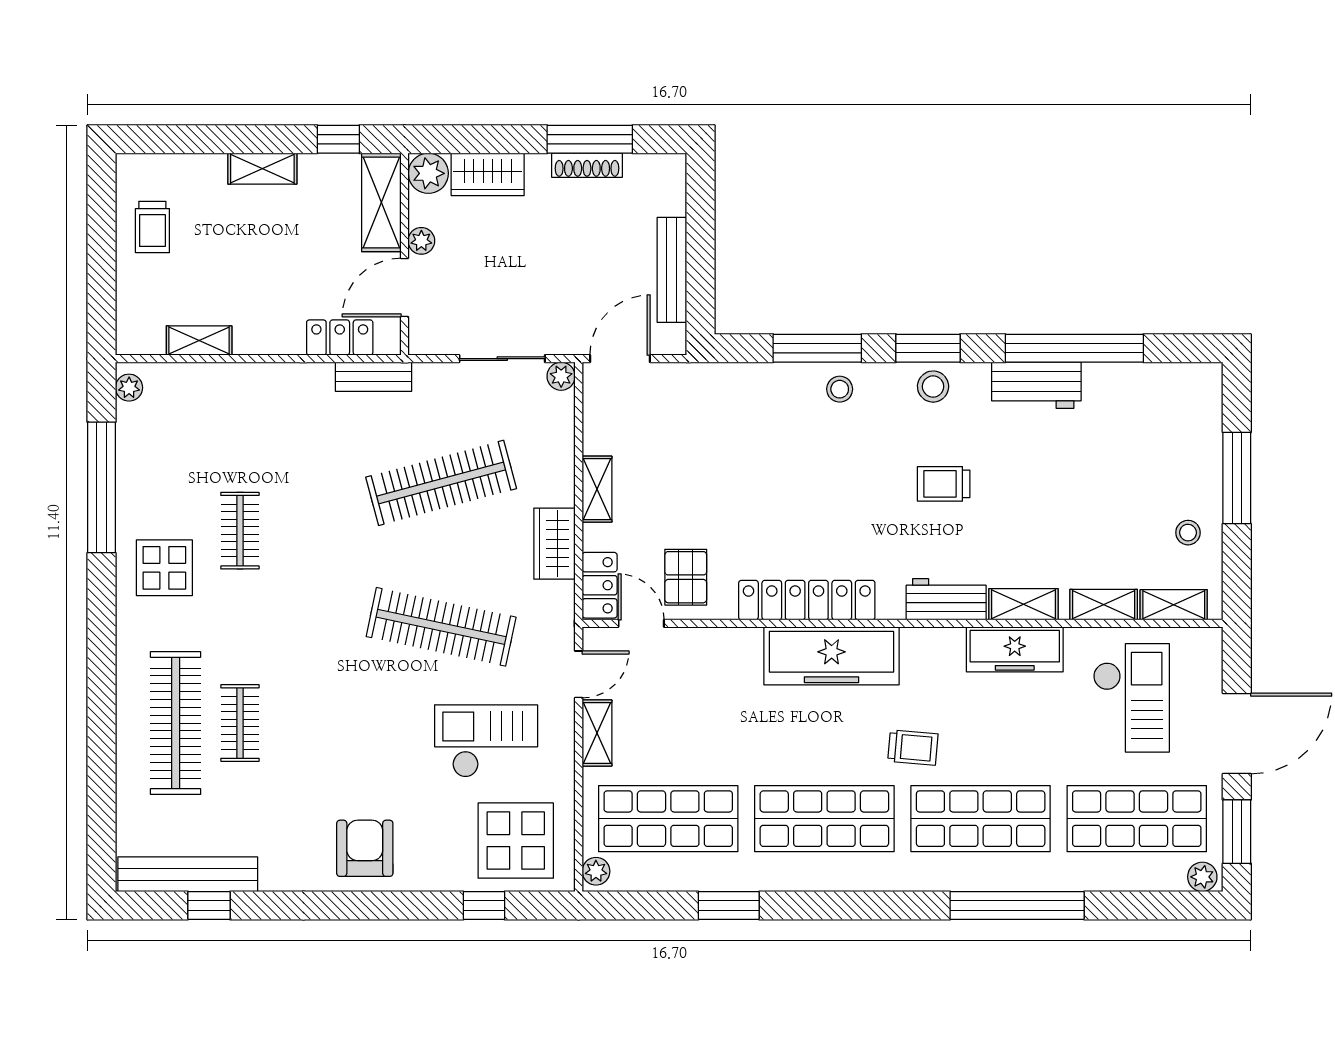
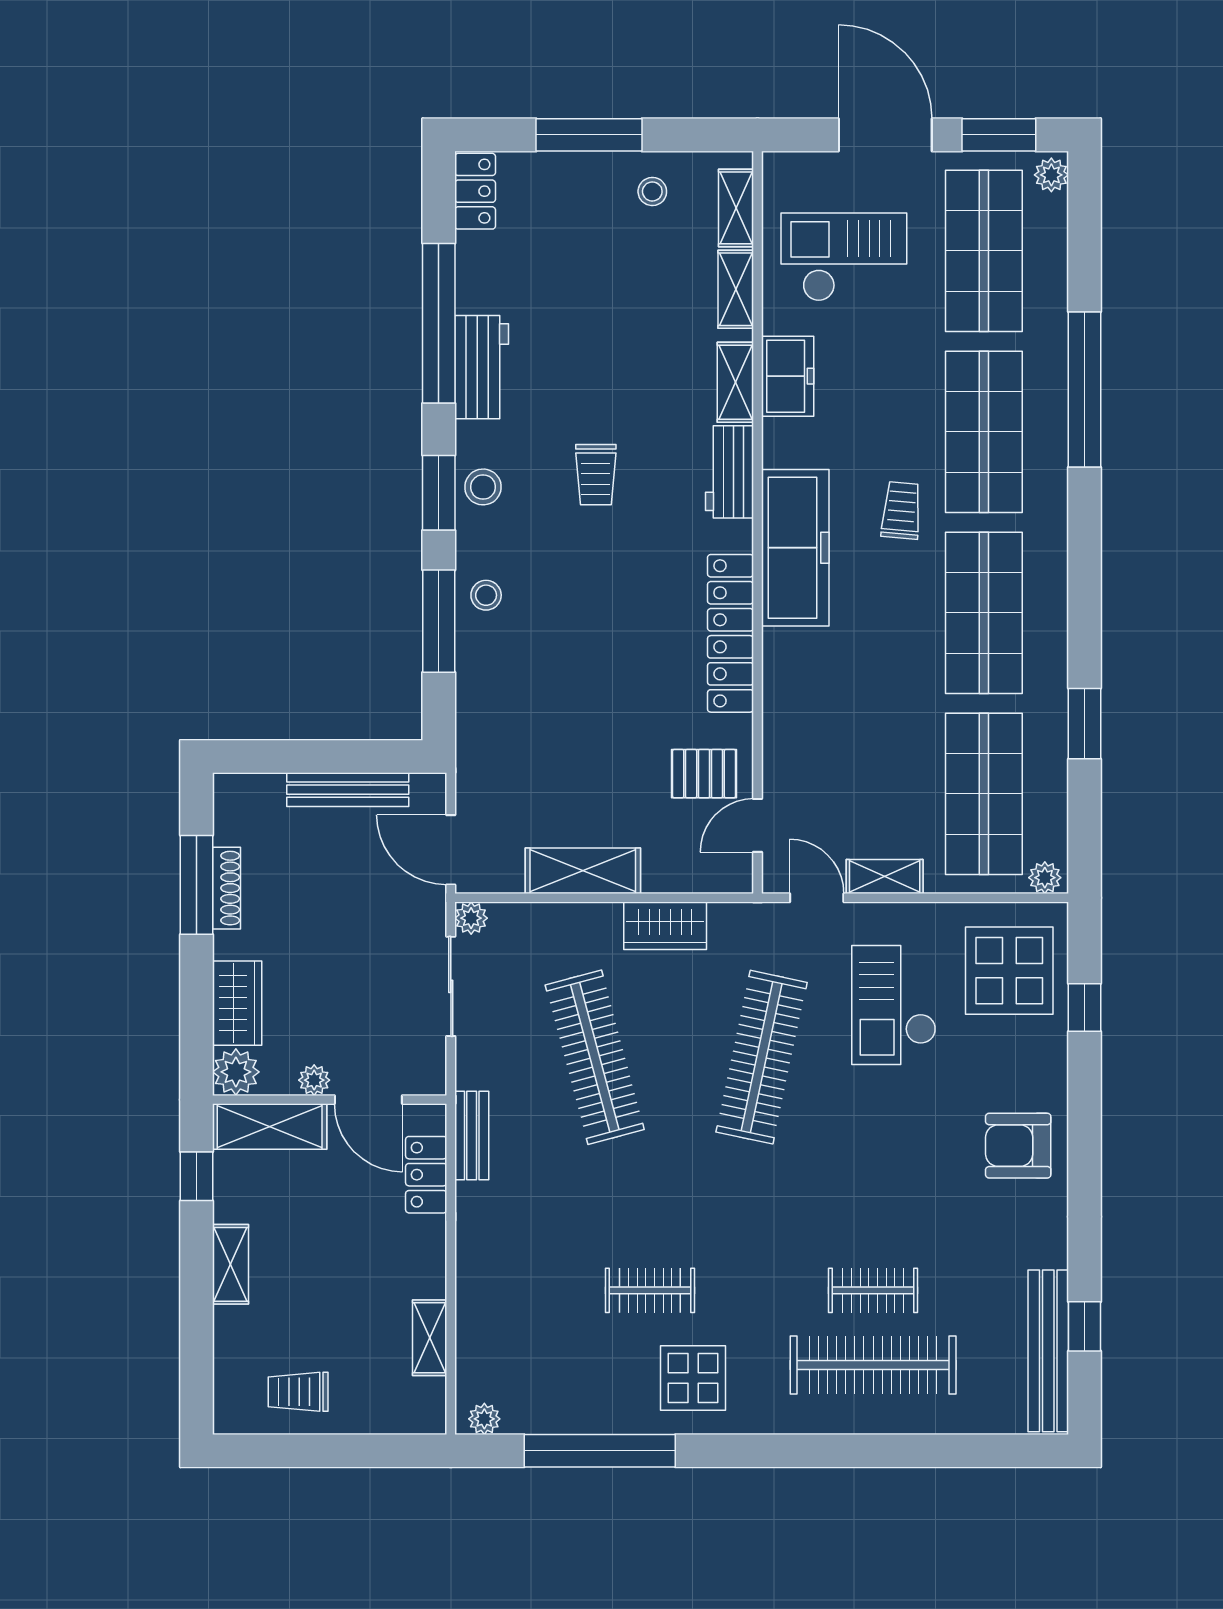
trolley: (152, 227) -> (298, 1392), turned 180
shelving: (597, 489) -> (583, 871), width x1.50, depth x1.33
locker: (600, 585) -> (475, 191), moved, turned 90
freezer: (1015, 649) -> (788, 376), width x0.71
freezer: (832, 656) -> (795, 548), moved

